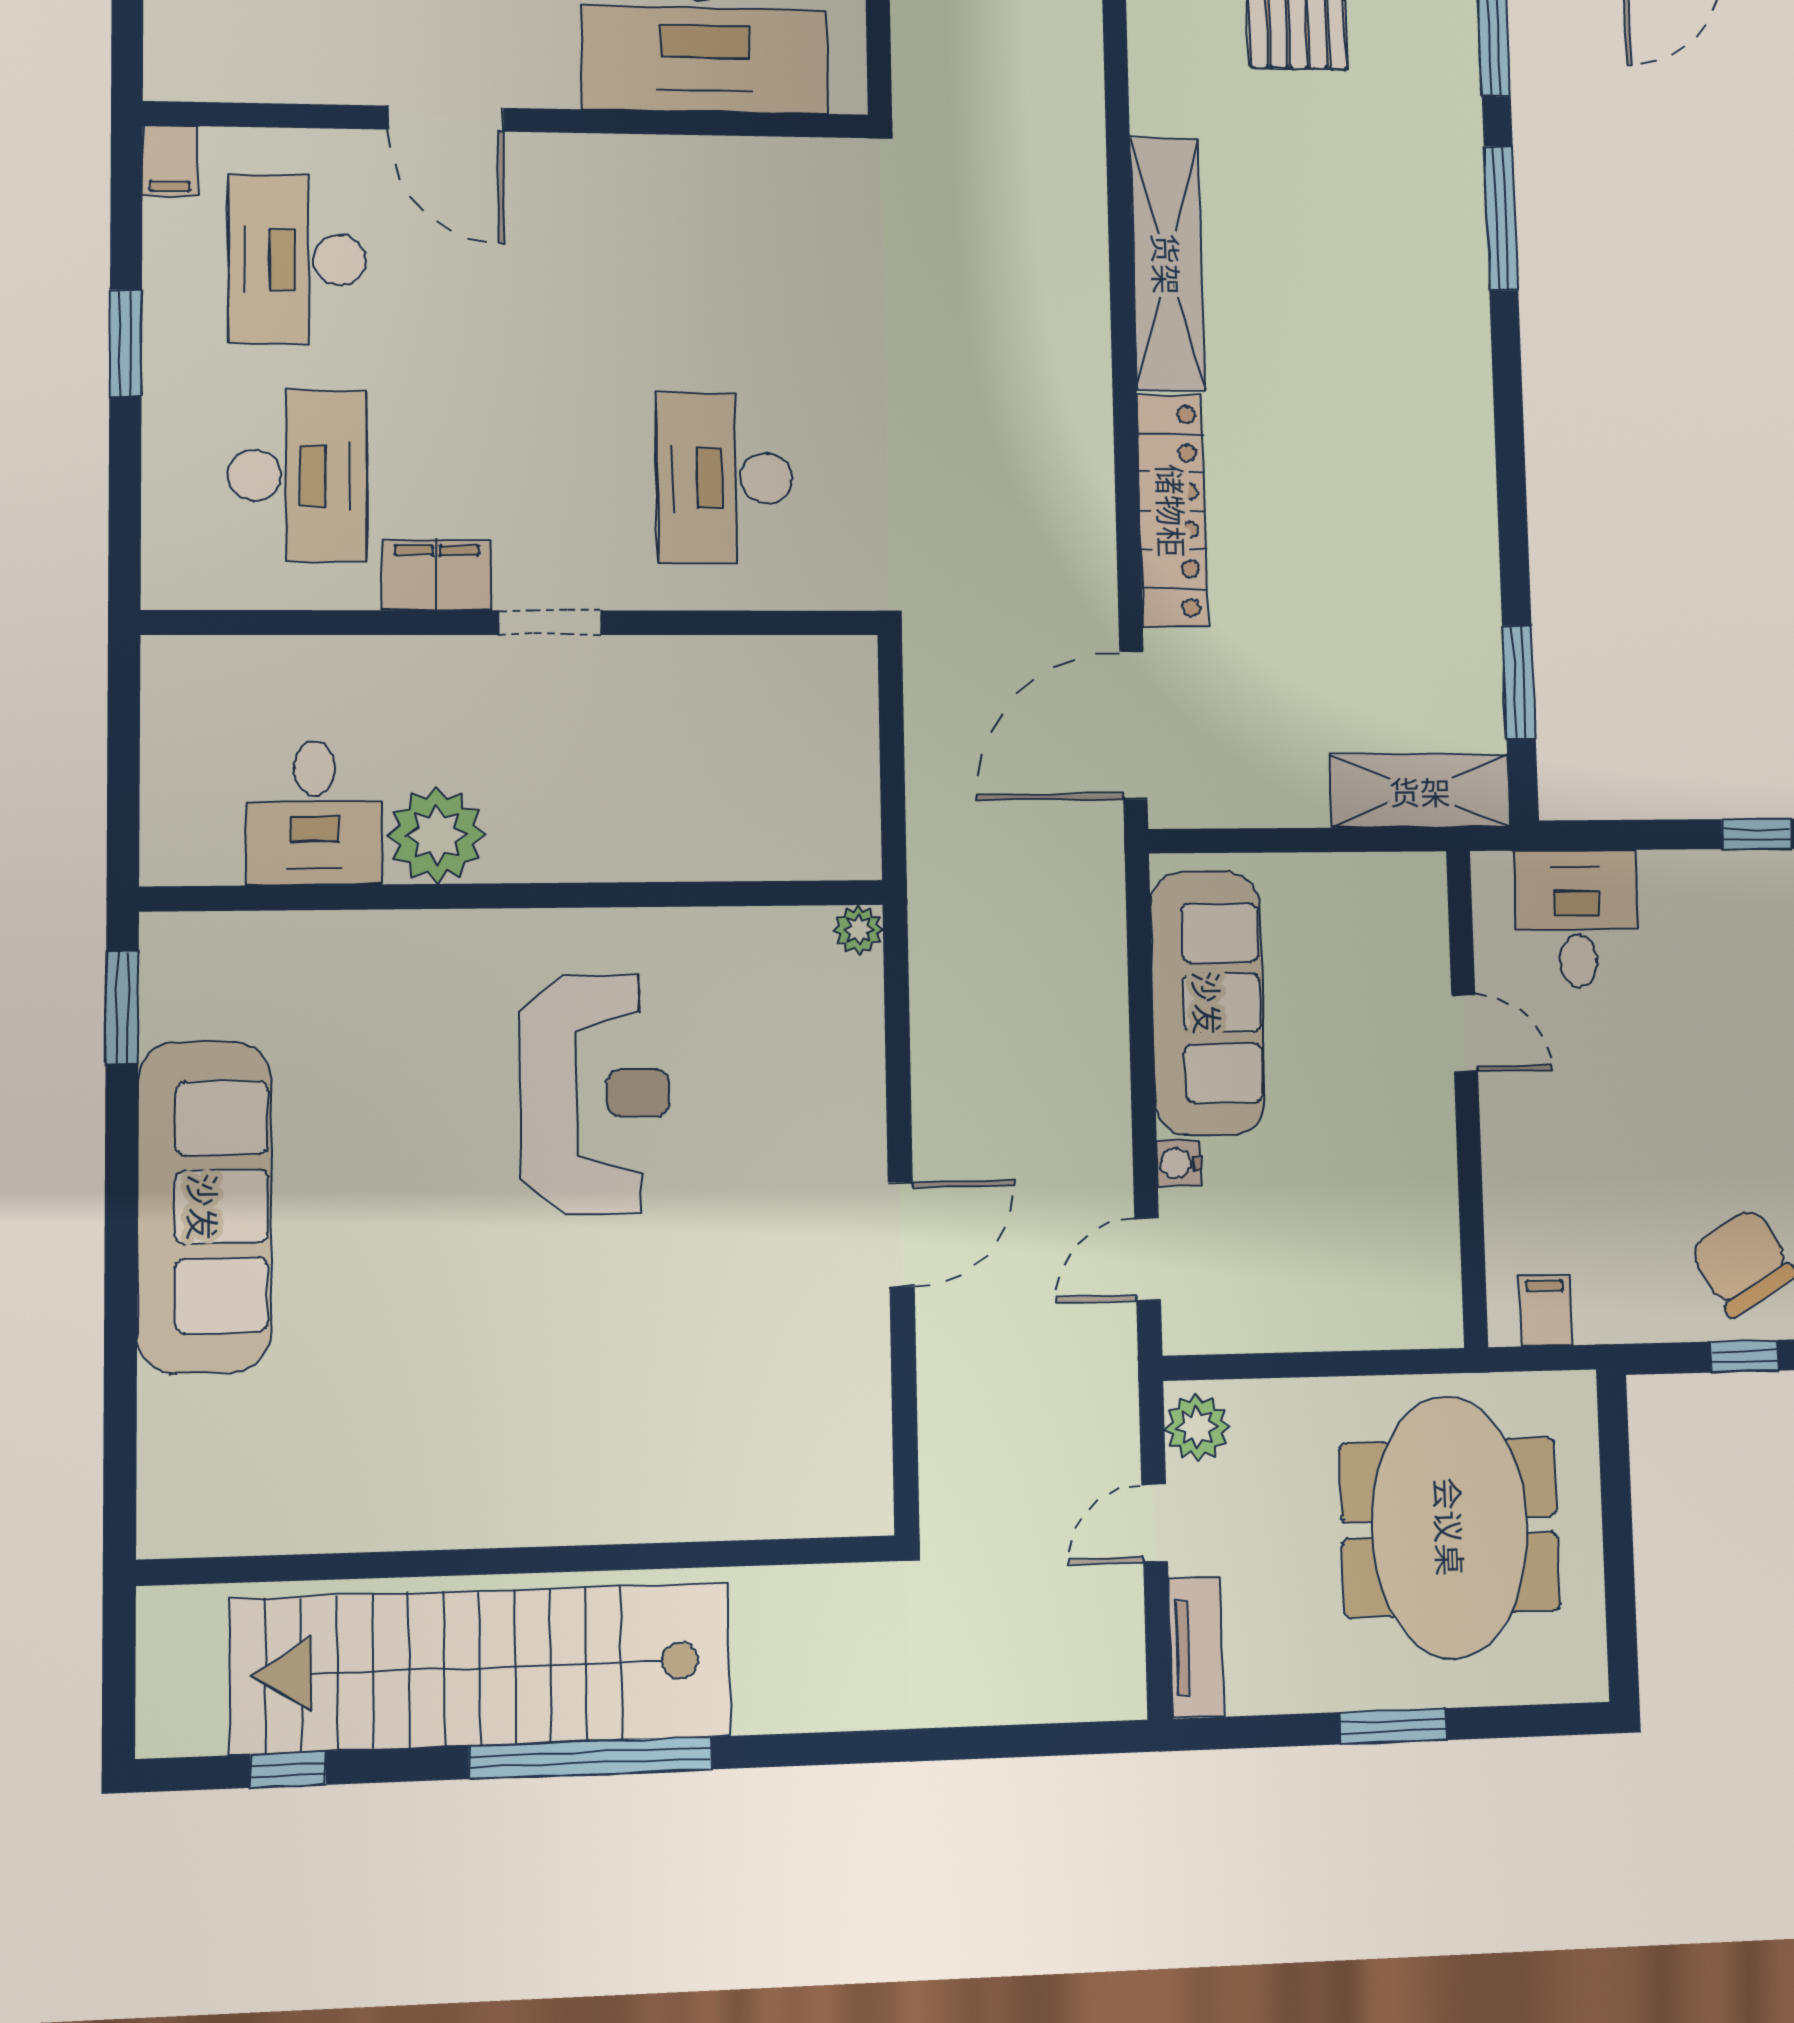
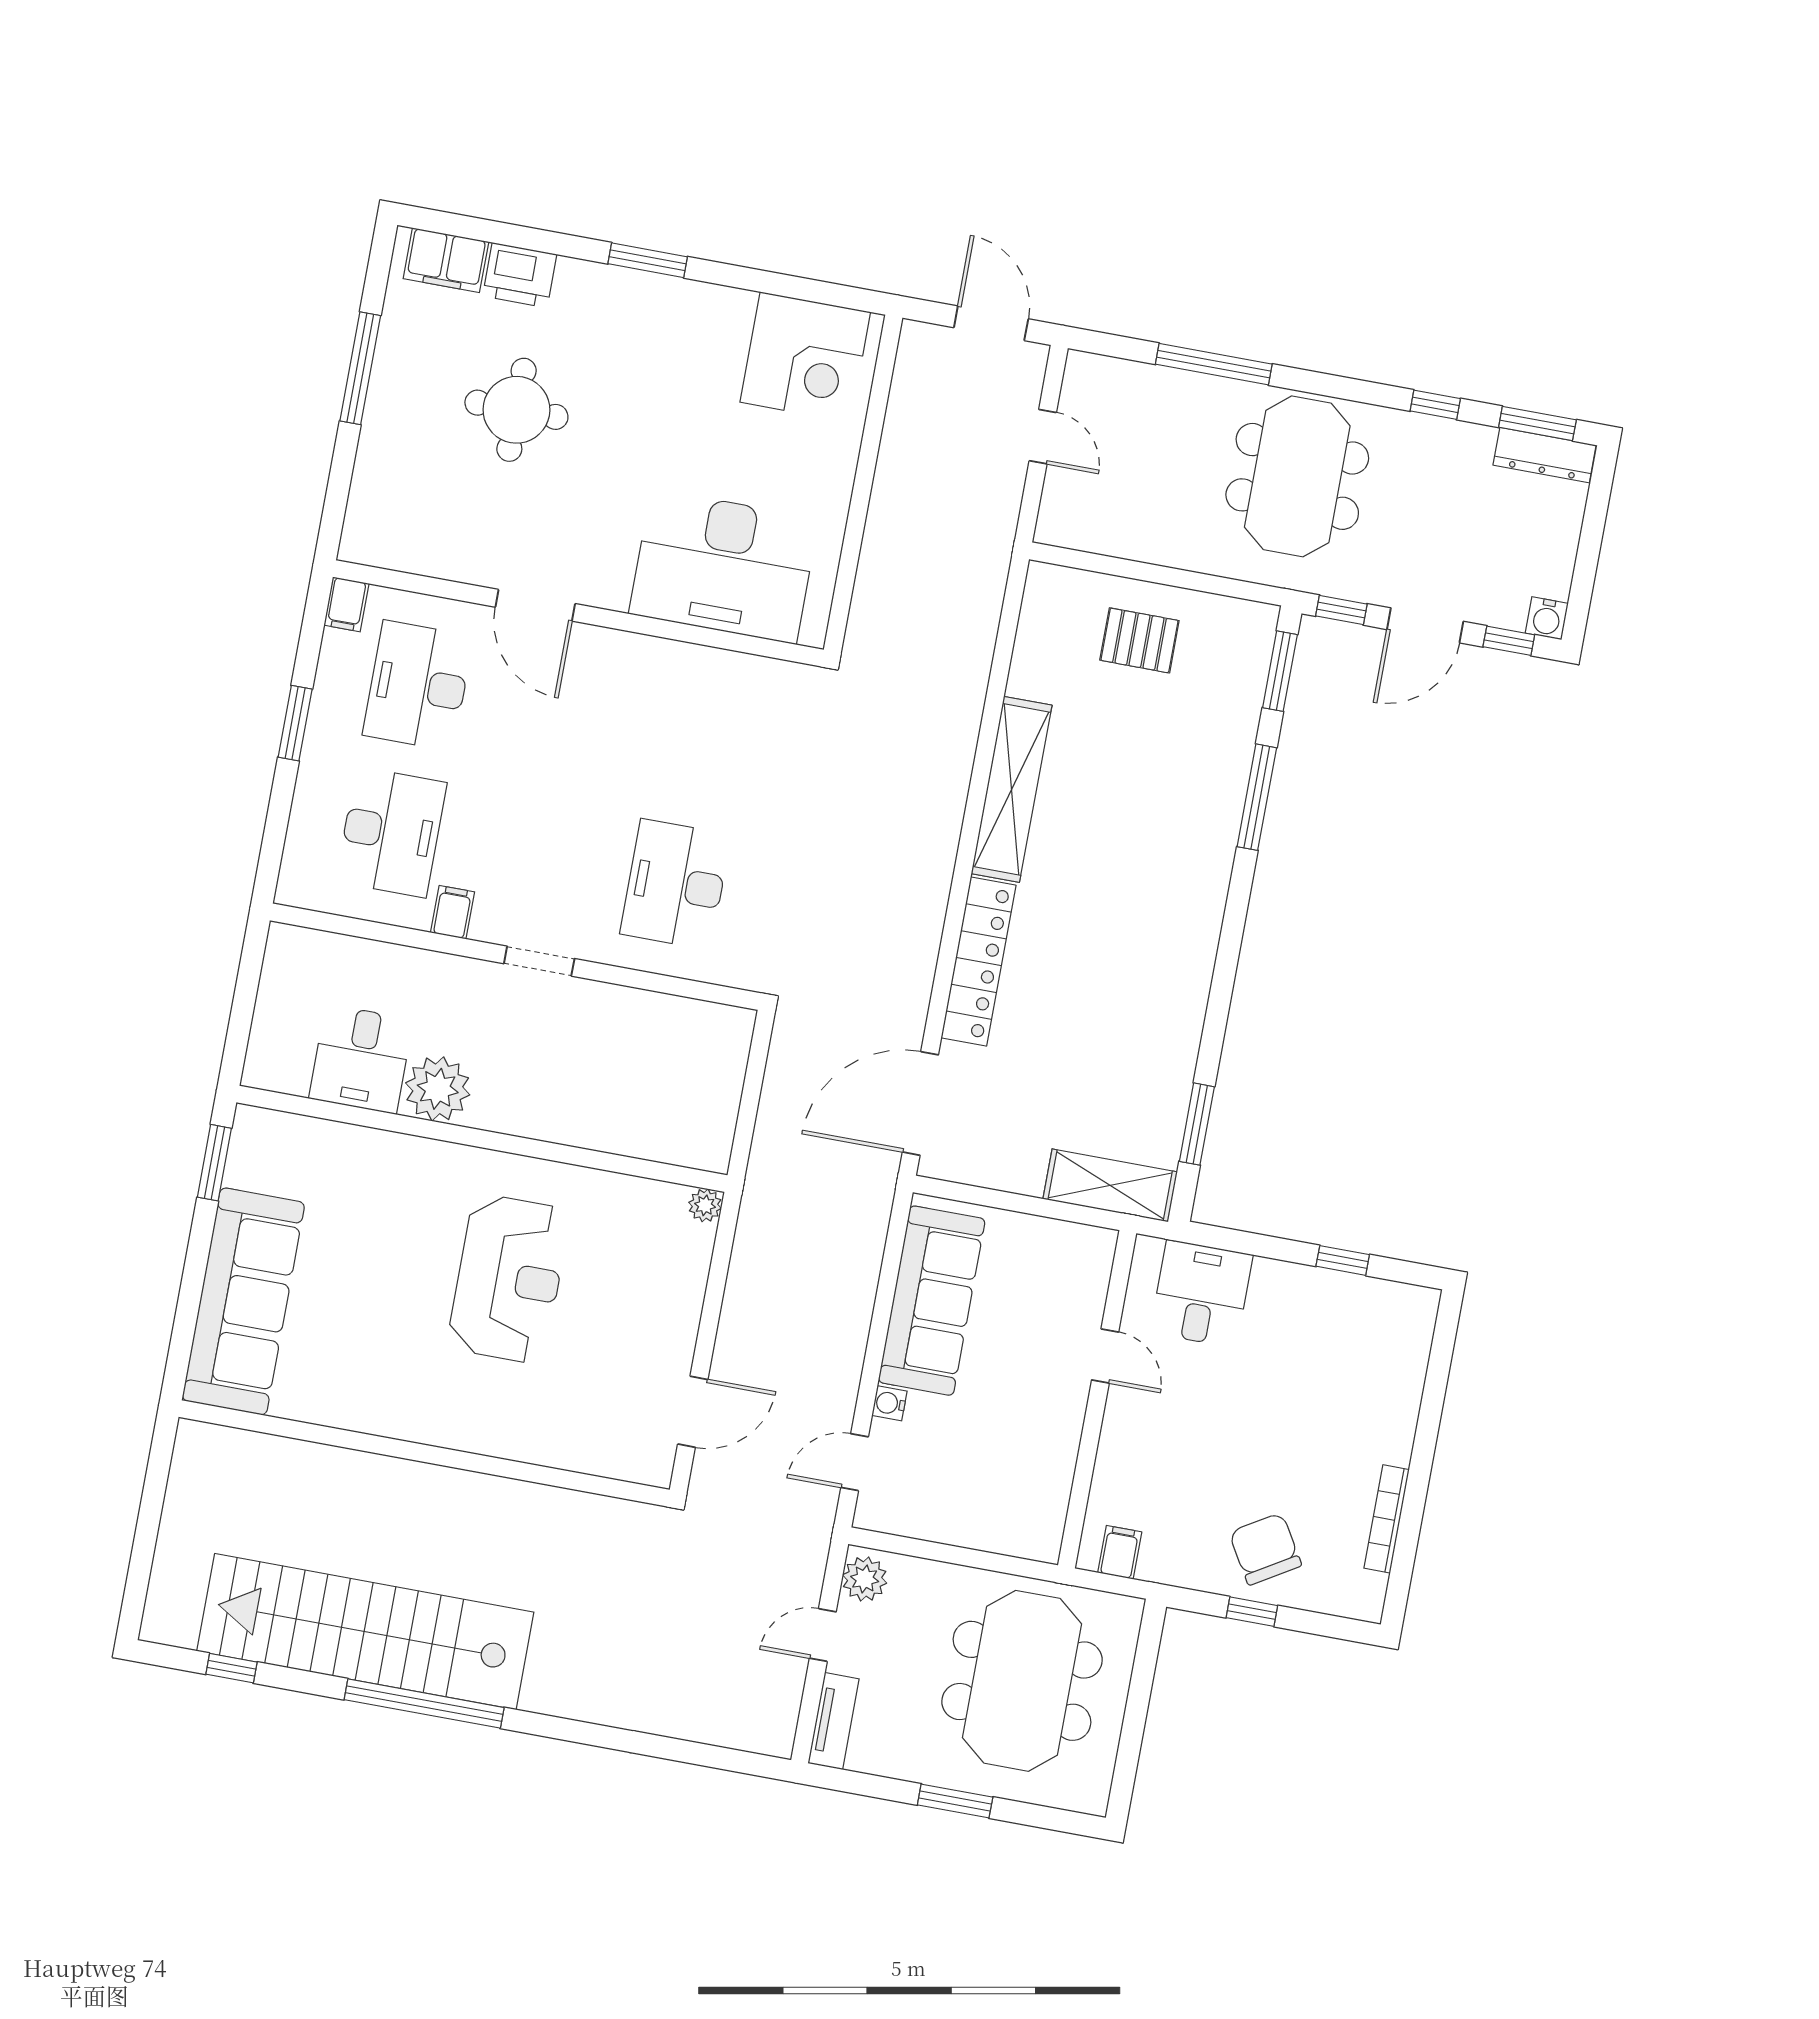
filing cabinet: (436, 575) -> (453, 912), width x0.50
wall: (520, 1560) -> (424, 1453), moved

